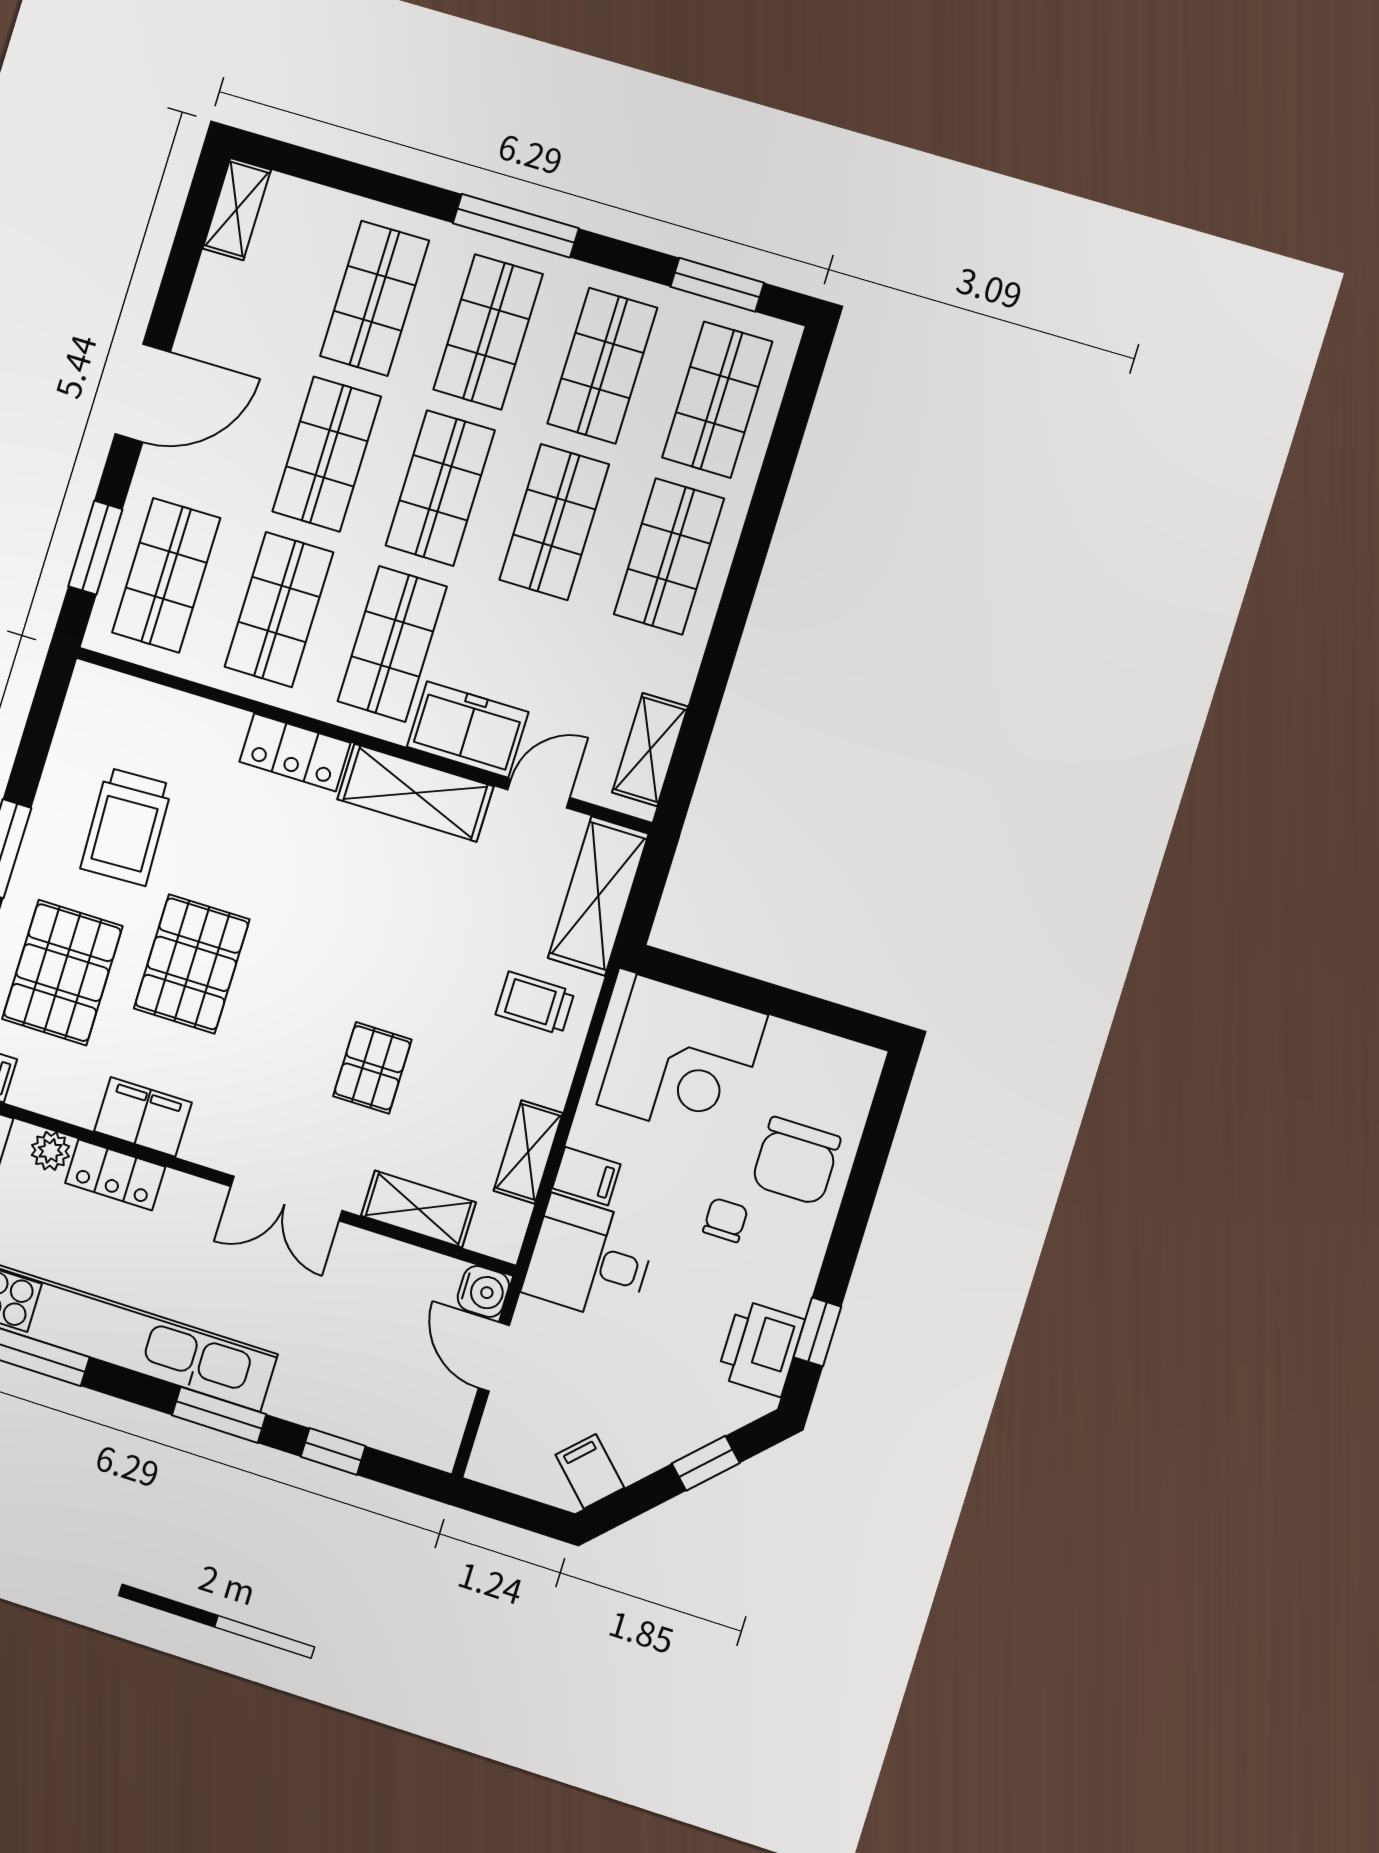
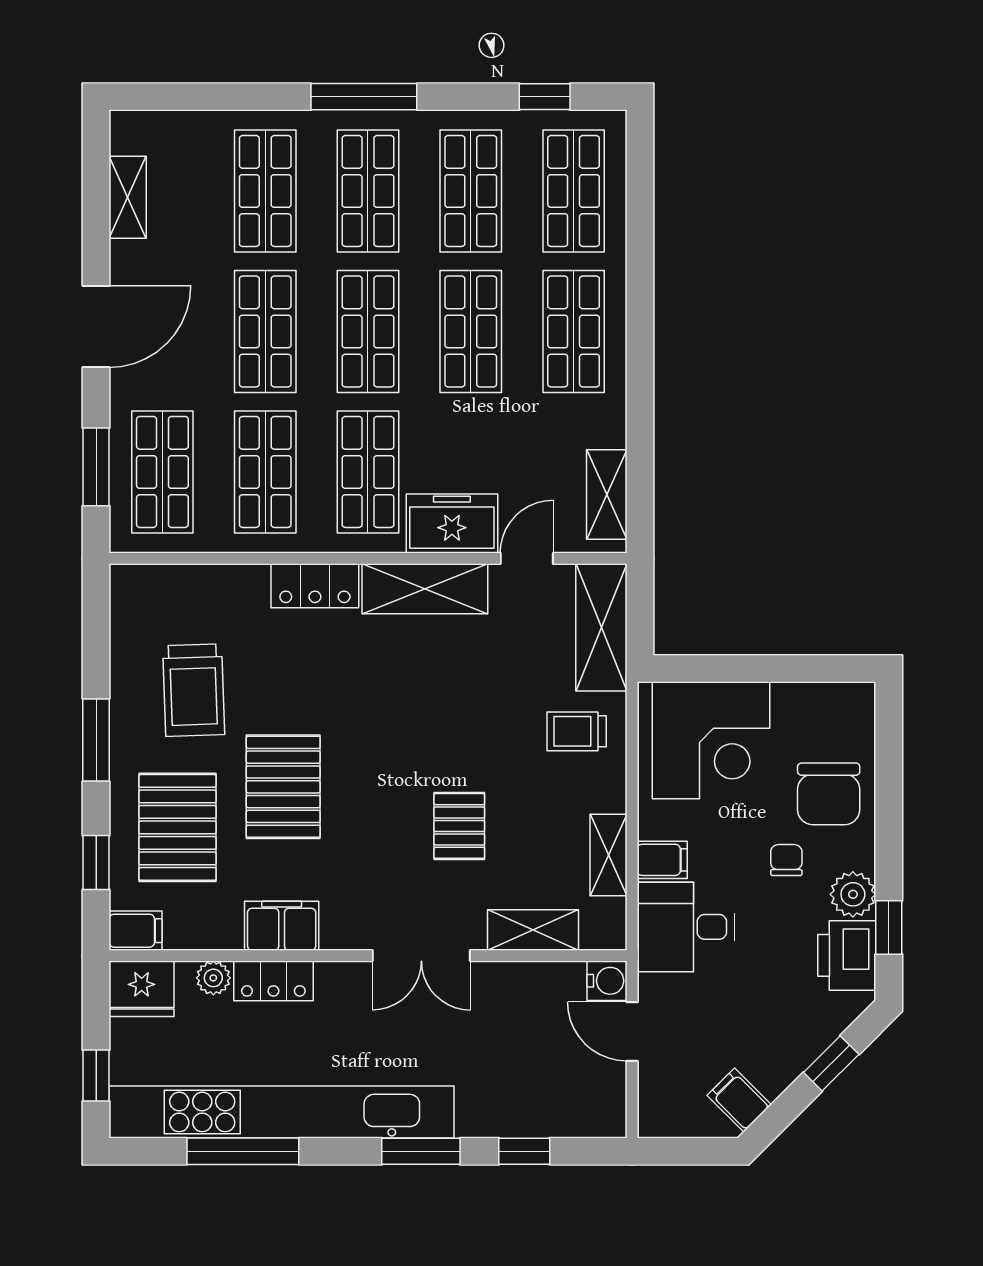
shelving: (237, 209) -> (128, 197), moved
window: (717, 285) -> (545, 97), width x0.67
plant: (789, 1282) -> (853, 894), added

